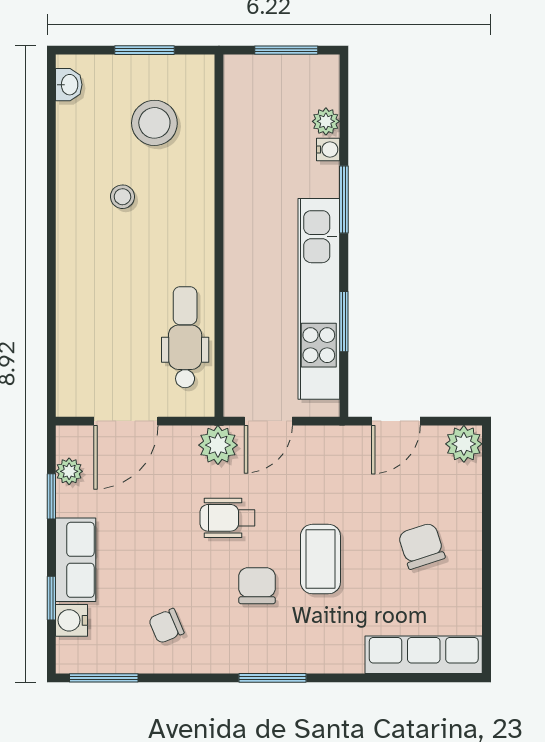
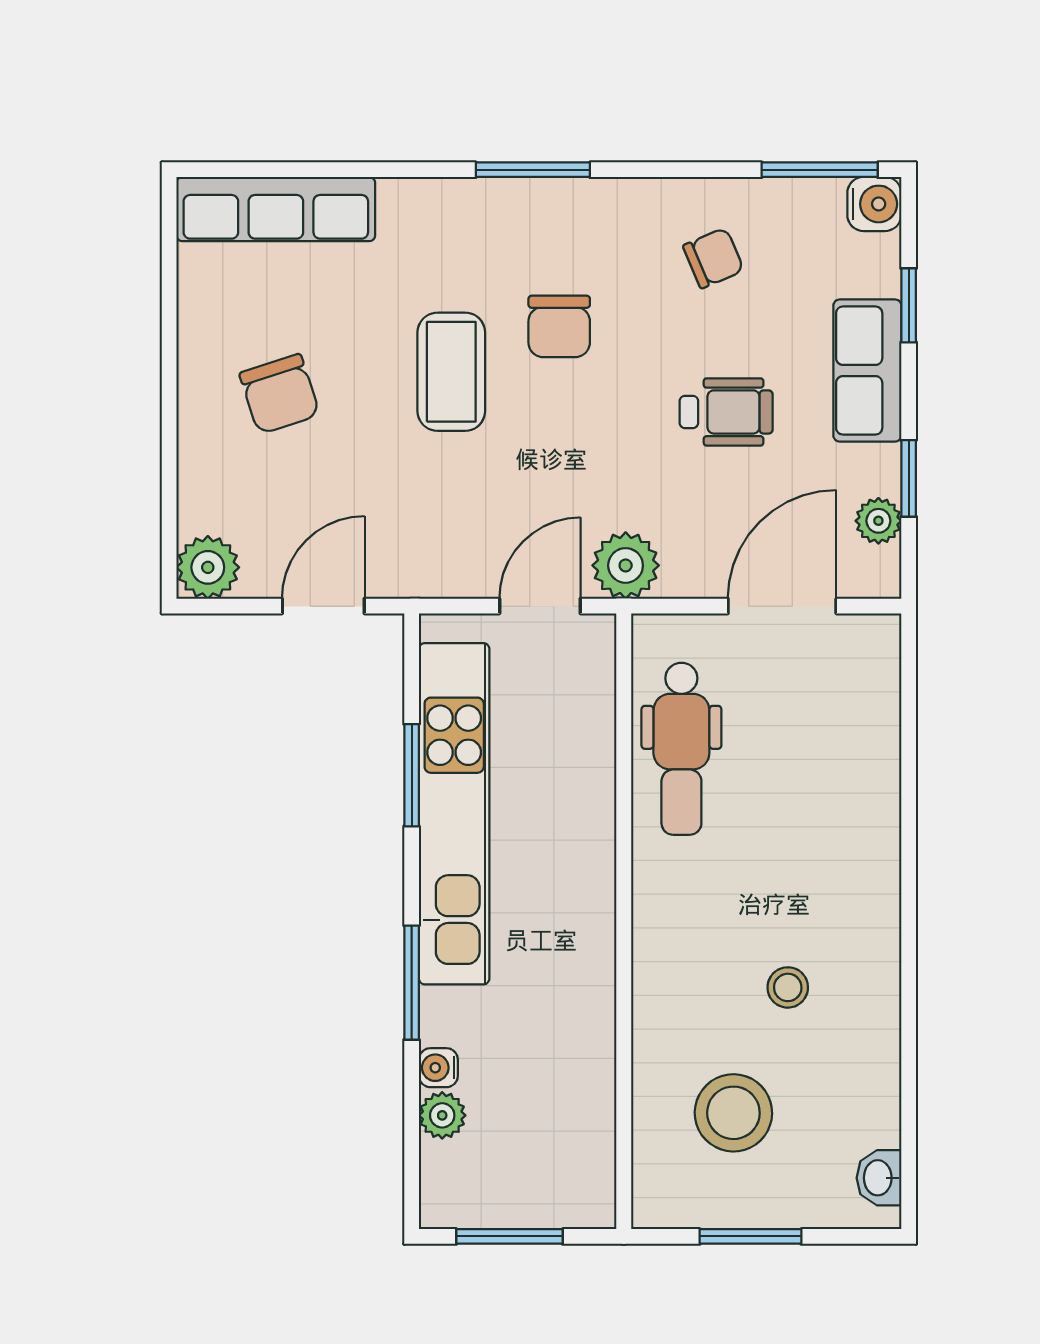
wheelchair: (227, 518) -> (726, 412), moved
water cooler: (72, 620) -> (874, 204), moved

